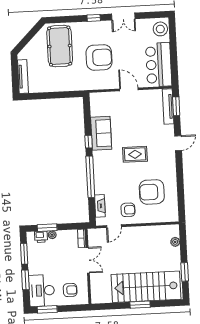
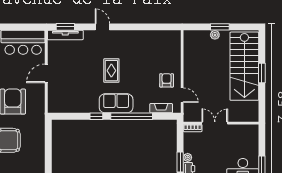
sofa: (101, 133) -> (116, 103), moved
armchair: (152, 192) -> (150, 56), removed
plant: (175, 242) -> (215, 35), moved
window: (185, 272) -> (220, 27), moved
armchair: (70, 290) -> (244, 142), removed

